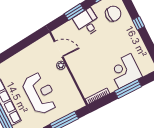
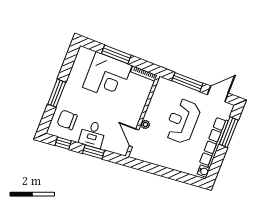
window: (138, 23) -> (57, 93), width x2.17
corner desk: (125, 71) -> (107, 76), width x1.36, depth x1.36

